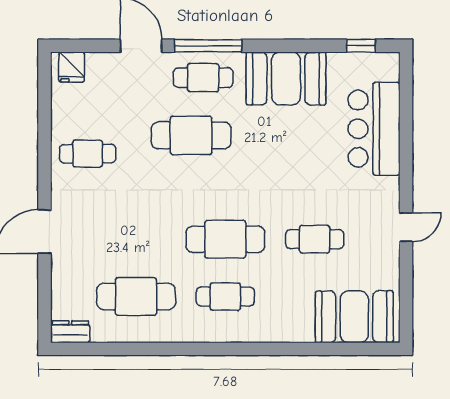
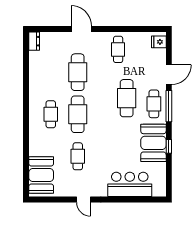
window: (361, 46) -> (169, 146), moved
cafe table: (136, 297) -> (78, 72), moved

